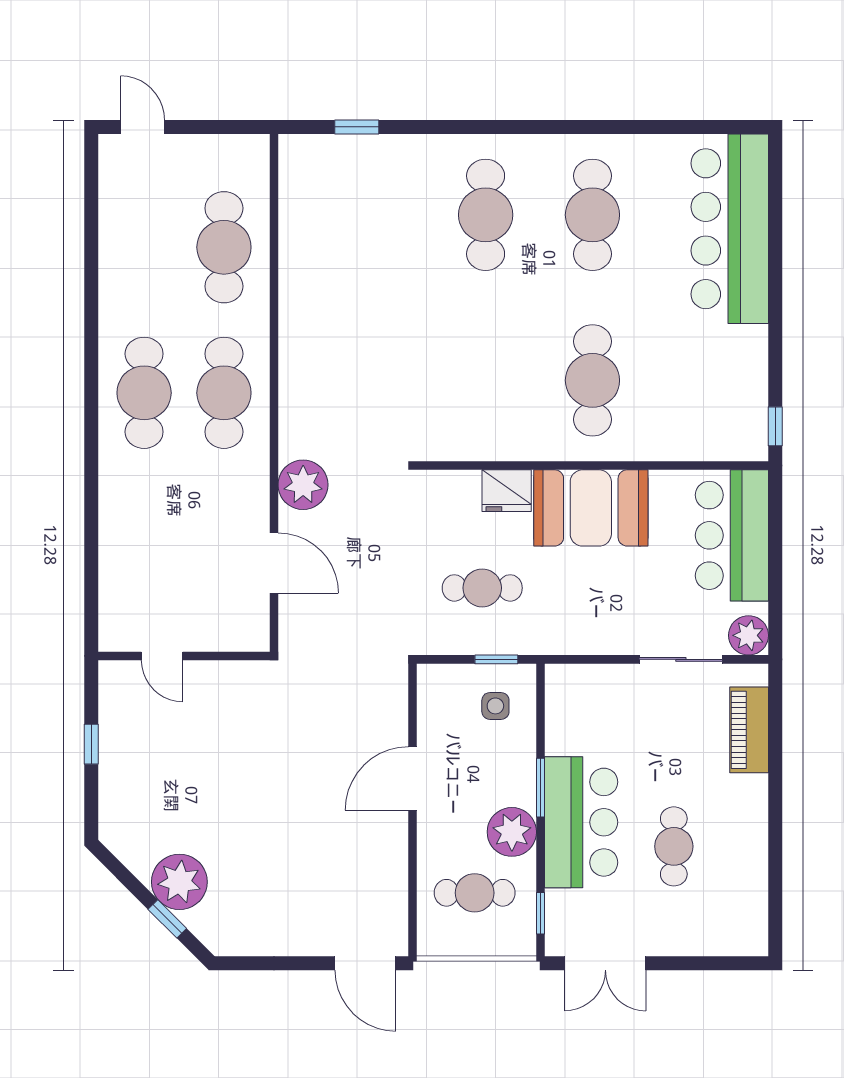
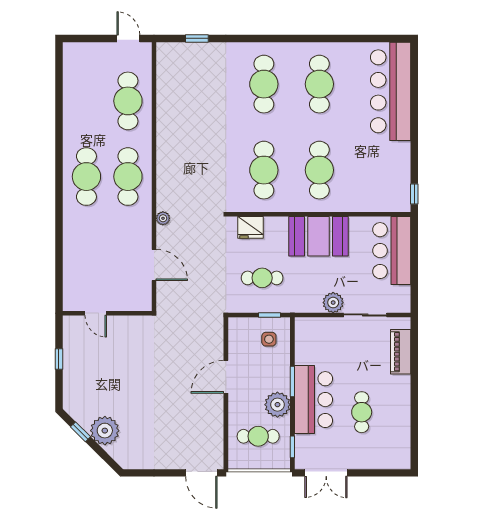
door: (143, 127) -> (128, 38), moved
cafe table: (486, 380) -> (264, 170), added
plant: (303, 485) -> (163, 218), width x0.53, depth x0.53
fridge: (507, 491) -> (251, 227), moved
plant: (749, 635) -> (333, 303), moved
window: (167, 919) -> (81, 432), moved

